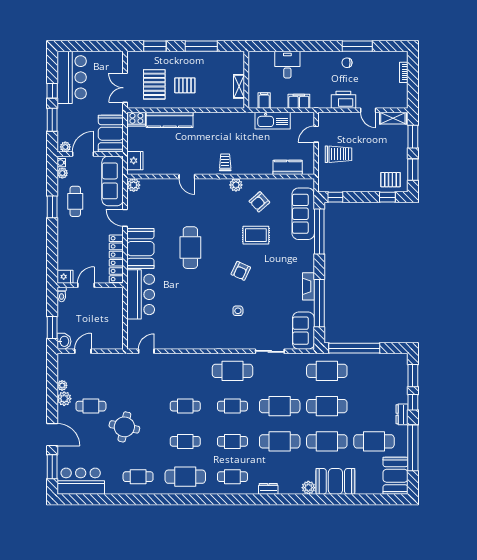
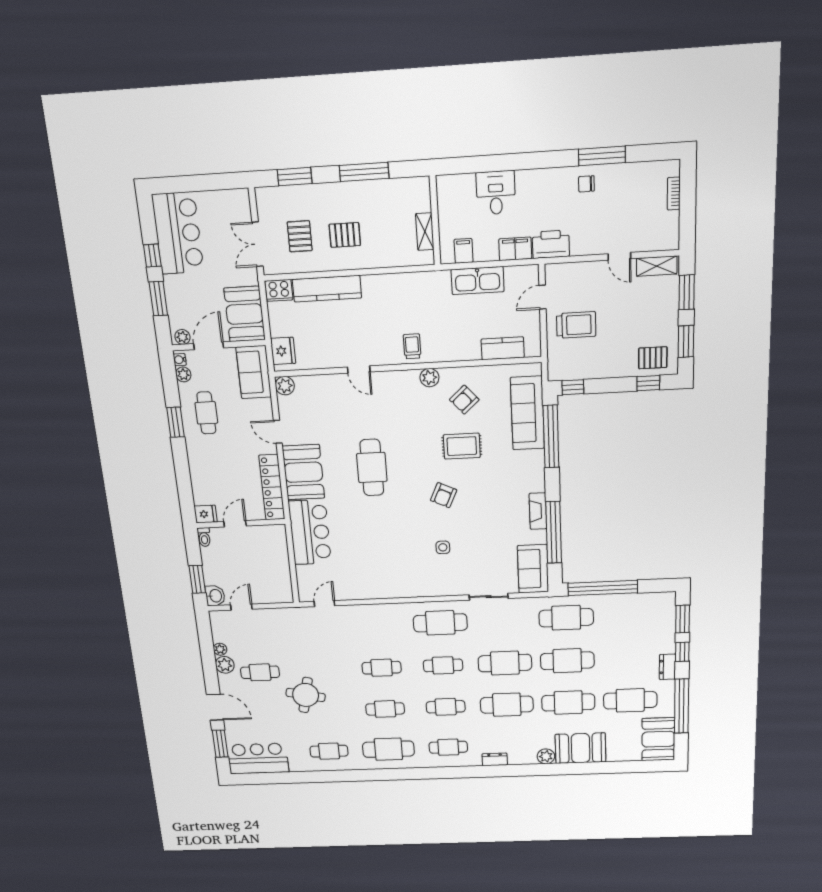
pallet: (154, 84) -> (300, 236), width x0.67, depth x0.71
printer: (343, 100) -> (551, 244), moved
sofa: (113, 181) -> (254, 372), width x0.73

